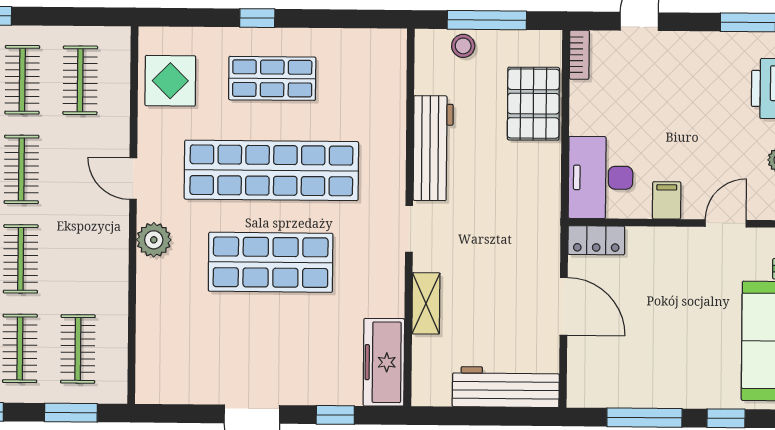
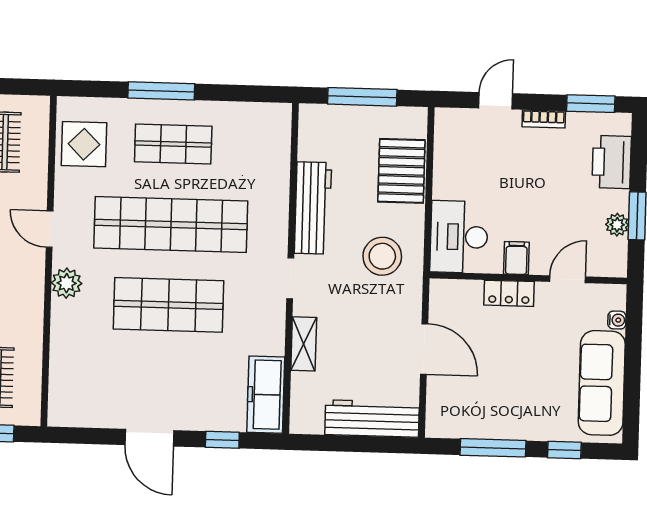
window: (257, 18) -> (161, 91), width x2.17
stool: (463, 46) -> (382, 256), moved, width x1.89, depth x1.89
bookcase: (579, 55) -> (544, 119), moved, turned 90
locker: (596, 240) -> (509, 293), moved

